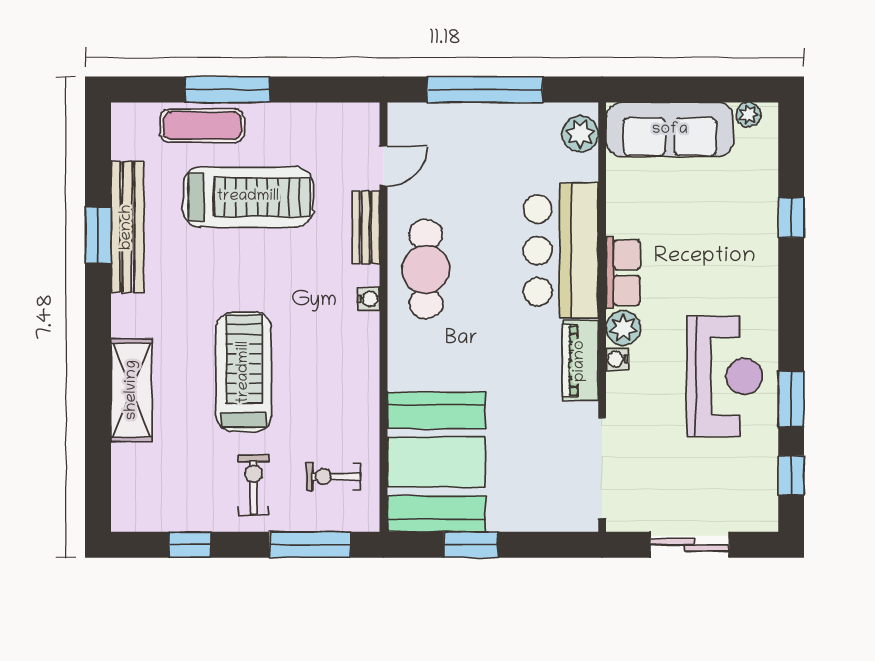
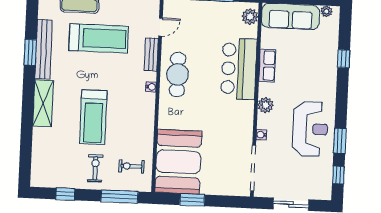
row of seats: (623, 273) -> (267, 66), moved
water cooler: (617, 359) -> (261, 135), moved
piano: (580, 361) -> (245, 119), removed
treadmill: (244, 372) -> (93, 117), turned 180
shelving: (132, 390) -> (43, 103), moved

